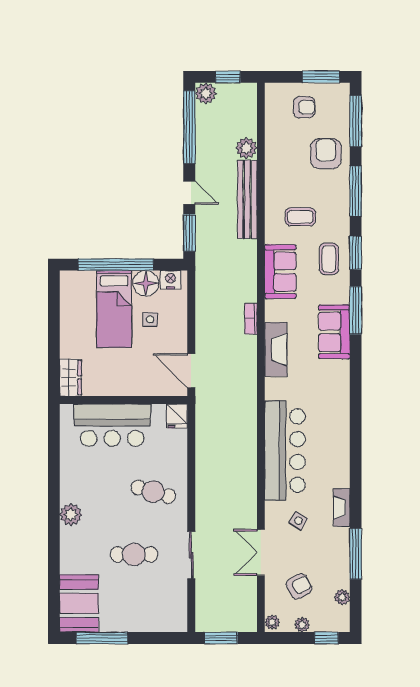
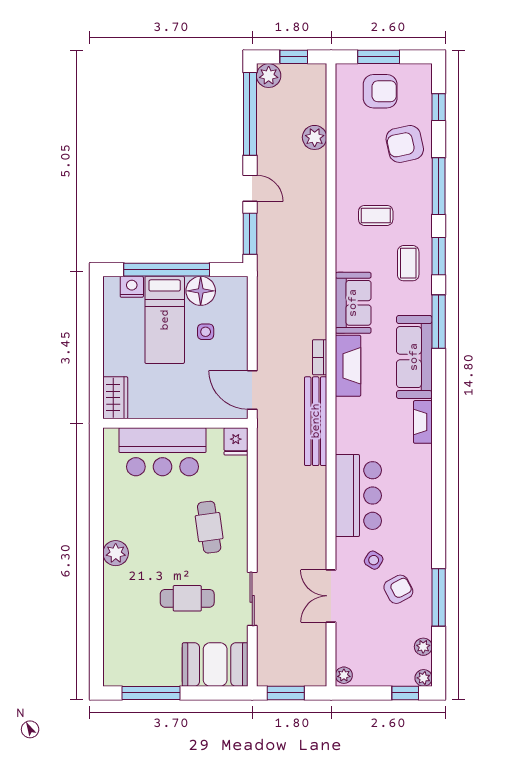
window: (321, 77) -> (379, 57), moved
armchair: (304, 107) -> (380, 91), width x1.38, depth x1.38
window: (356, 121) -> (439, 107), width x0.46
armchair: (326, 154) -> (405, 144), turned -102
bench: (247, 199) -> (316, 421), moved
sofa: (280, 272) -> (353, 303), moved
nightstand: (170, 280) -> (132, 287), moved
bookcase: (251, 319) -> (320, 357), moved
sofa: (334, 332) -> (414, 357), width x1.36
bar counter: (285, 451) -> (358, 496), width x0.73
cafe table: (153, 492) -> (209, 527), turned 66
fireplace: (342, 507) -> (423, 422), moved
armchair: (299, 586) -> (398, 589), moved
booth: (79, 603) -> (215, 665), moved, turned 90
plant: (302, 625) -> (424, 678), moved

